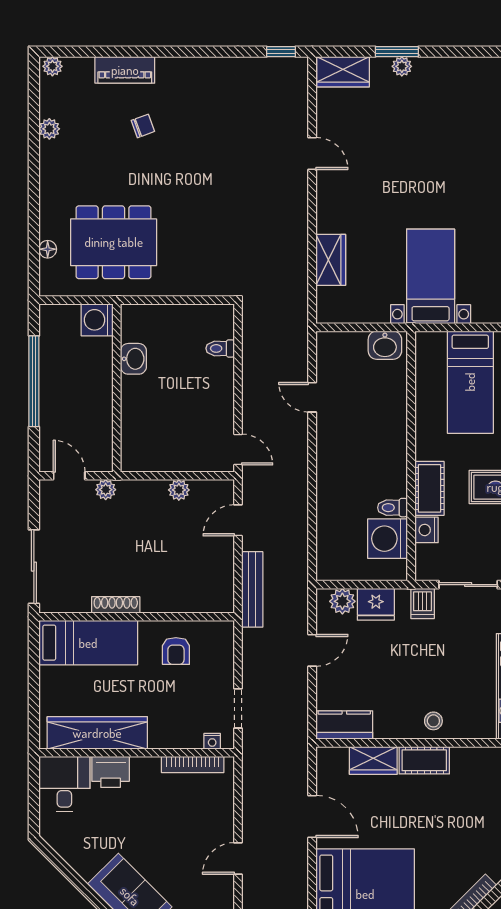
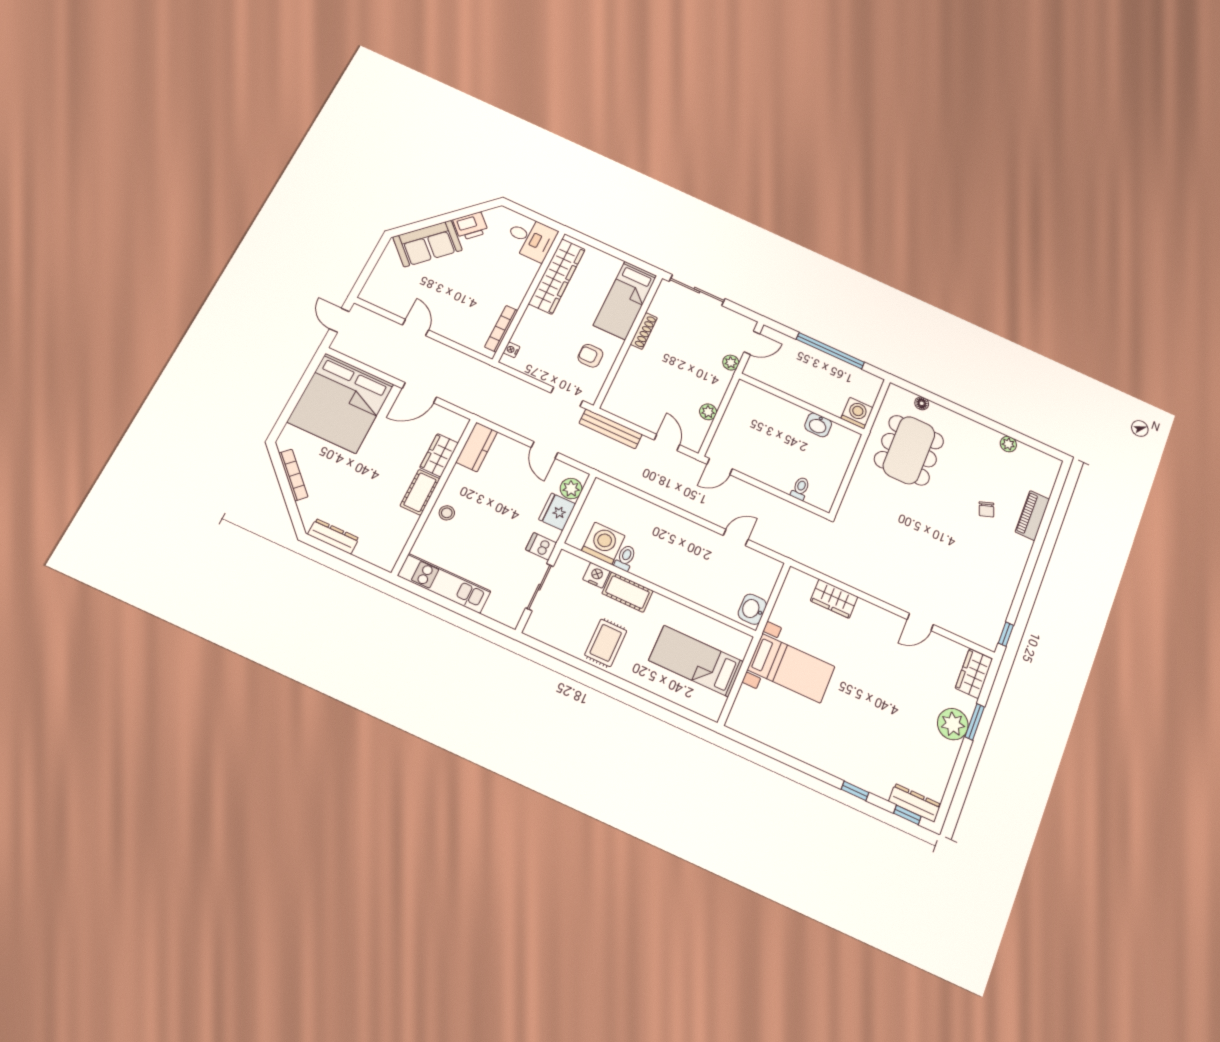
plant: (52, 66) -> (1053, 467), removed
plant: (402, 66) -> (953, 724), width x1.88, depth x1.88
doorway: (238, 708) -> (567, 397), moved
printer: (111, 772) -> (471, 226), moved, turned -135

